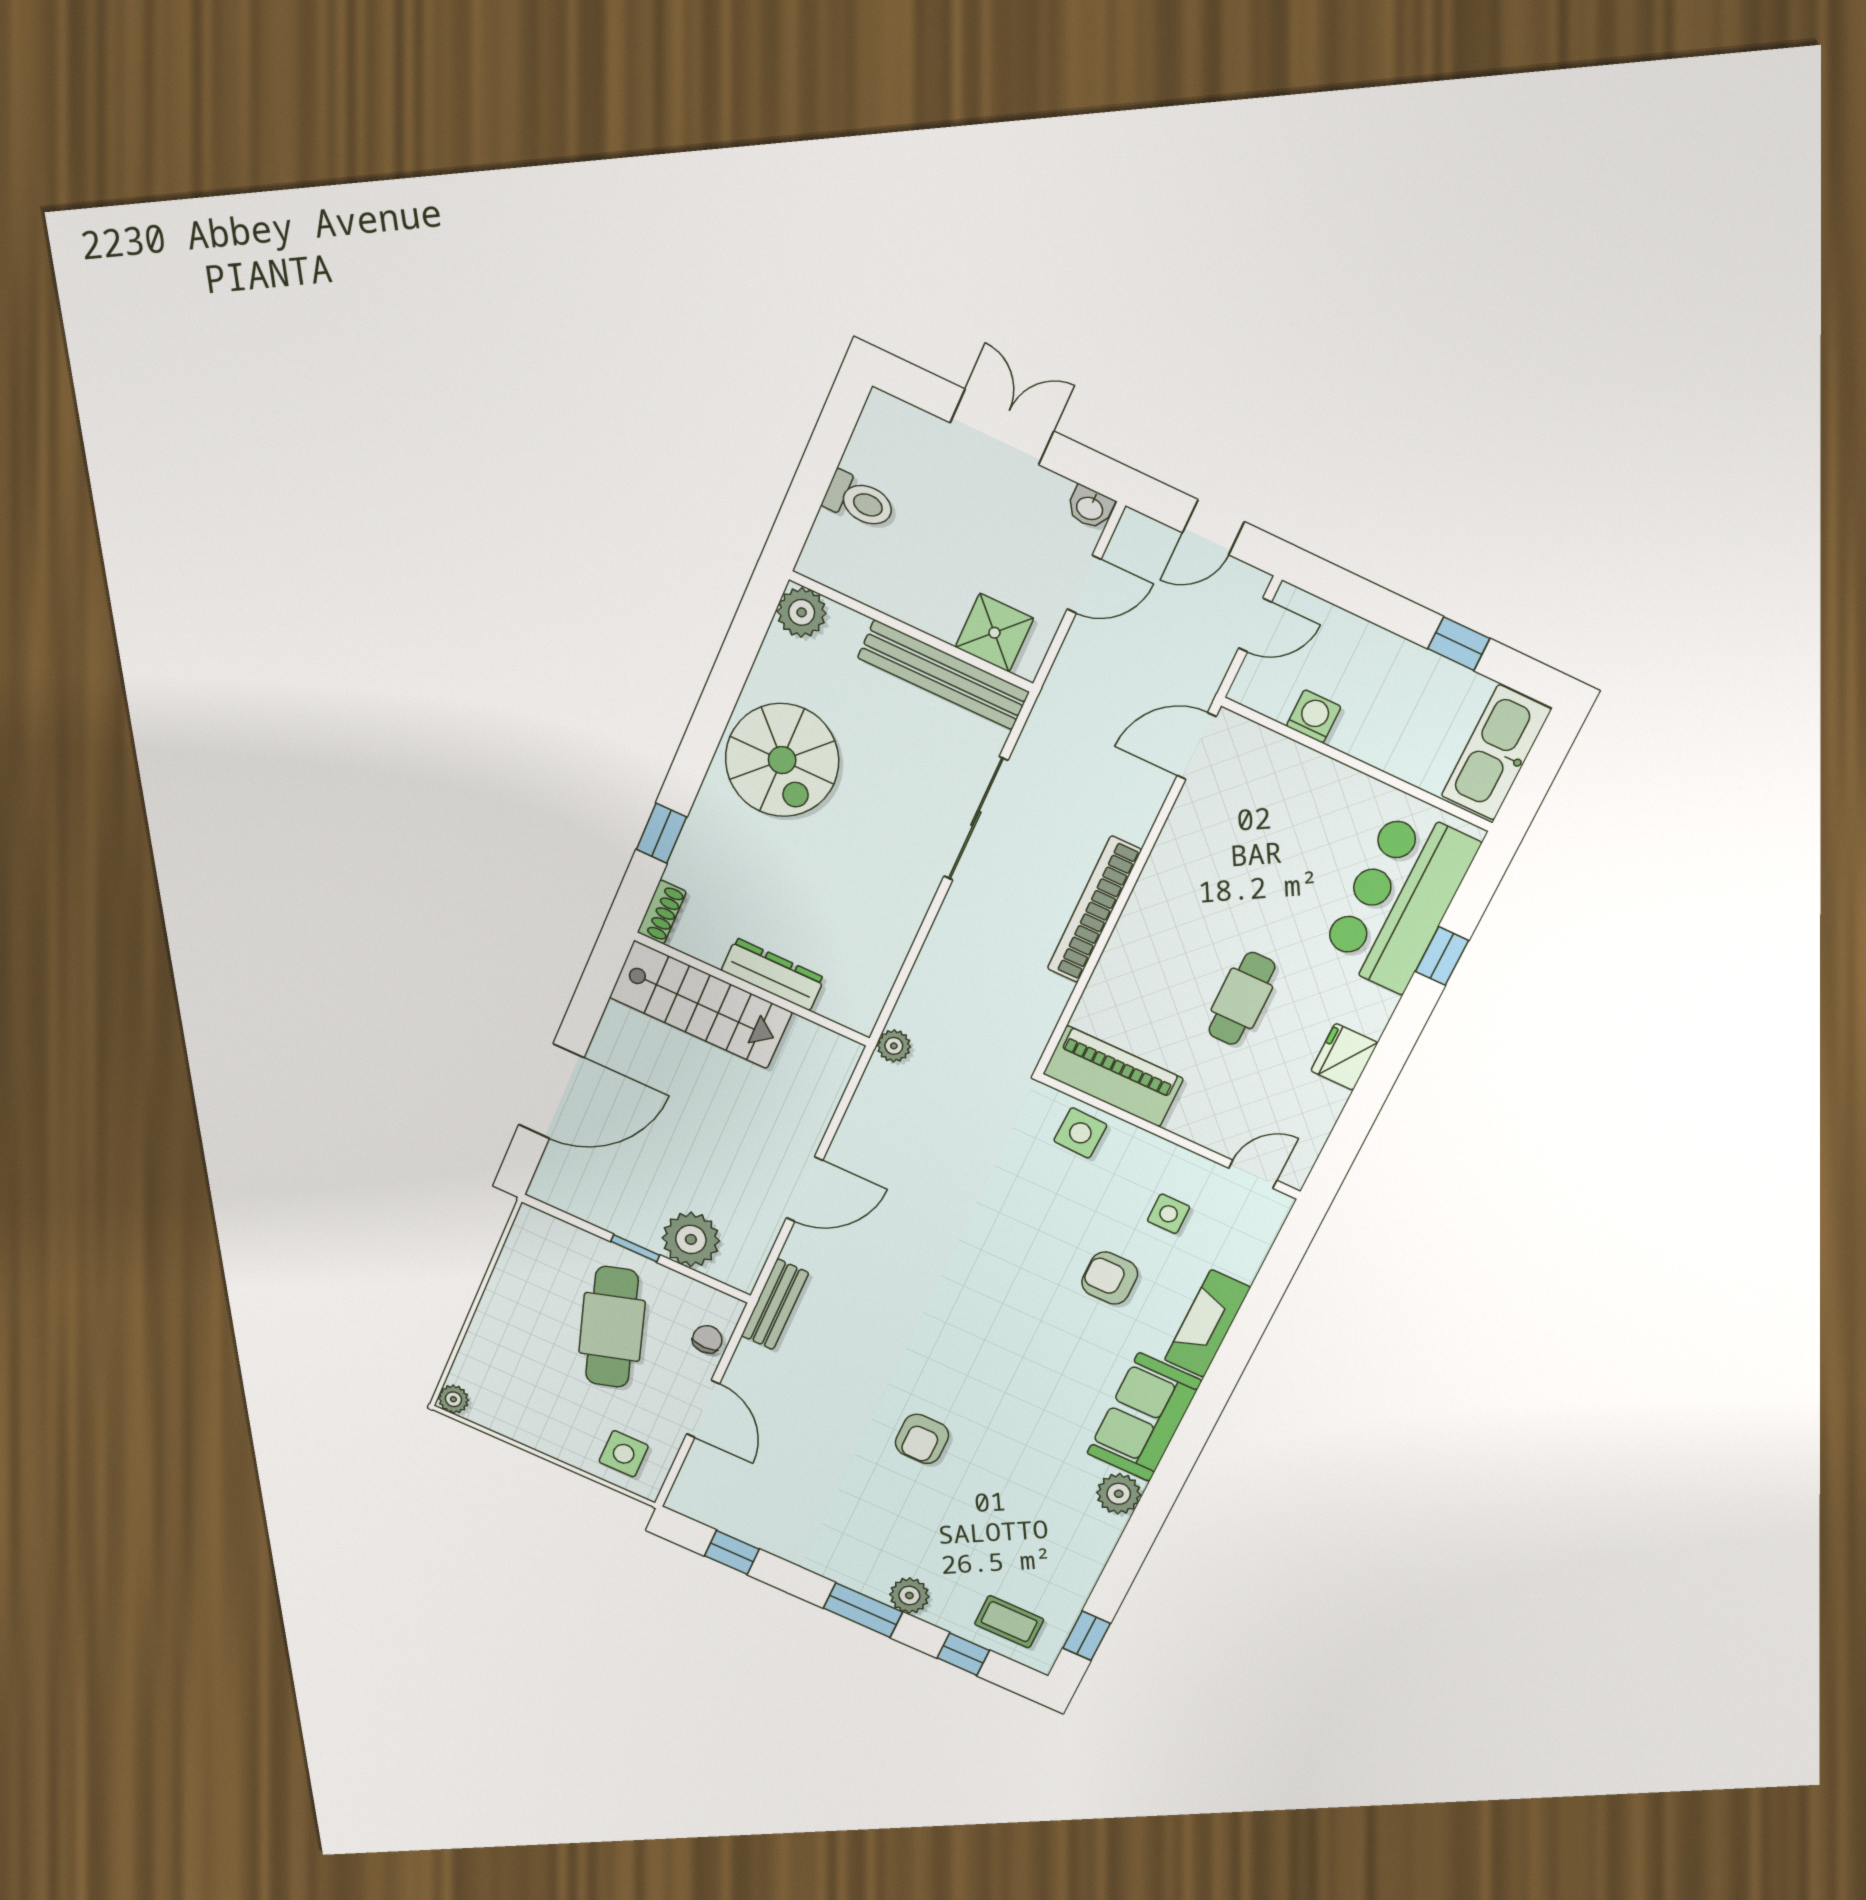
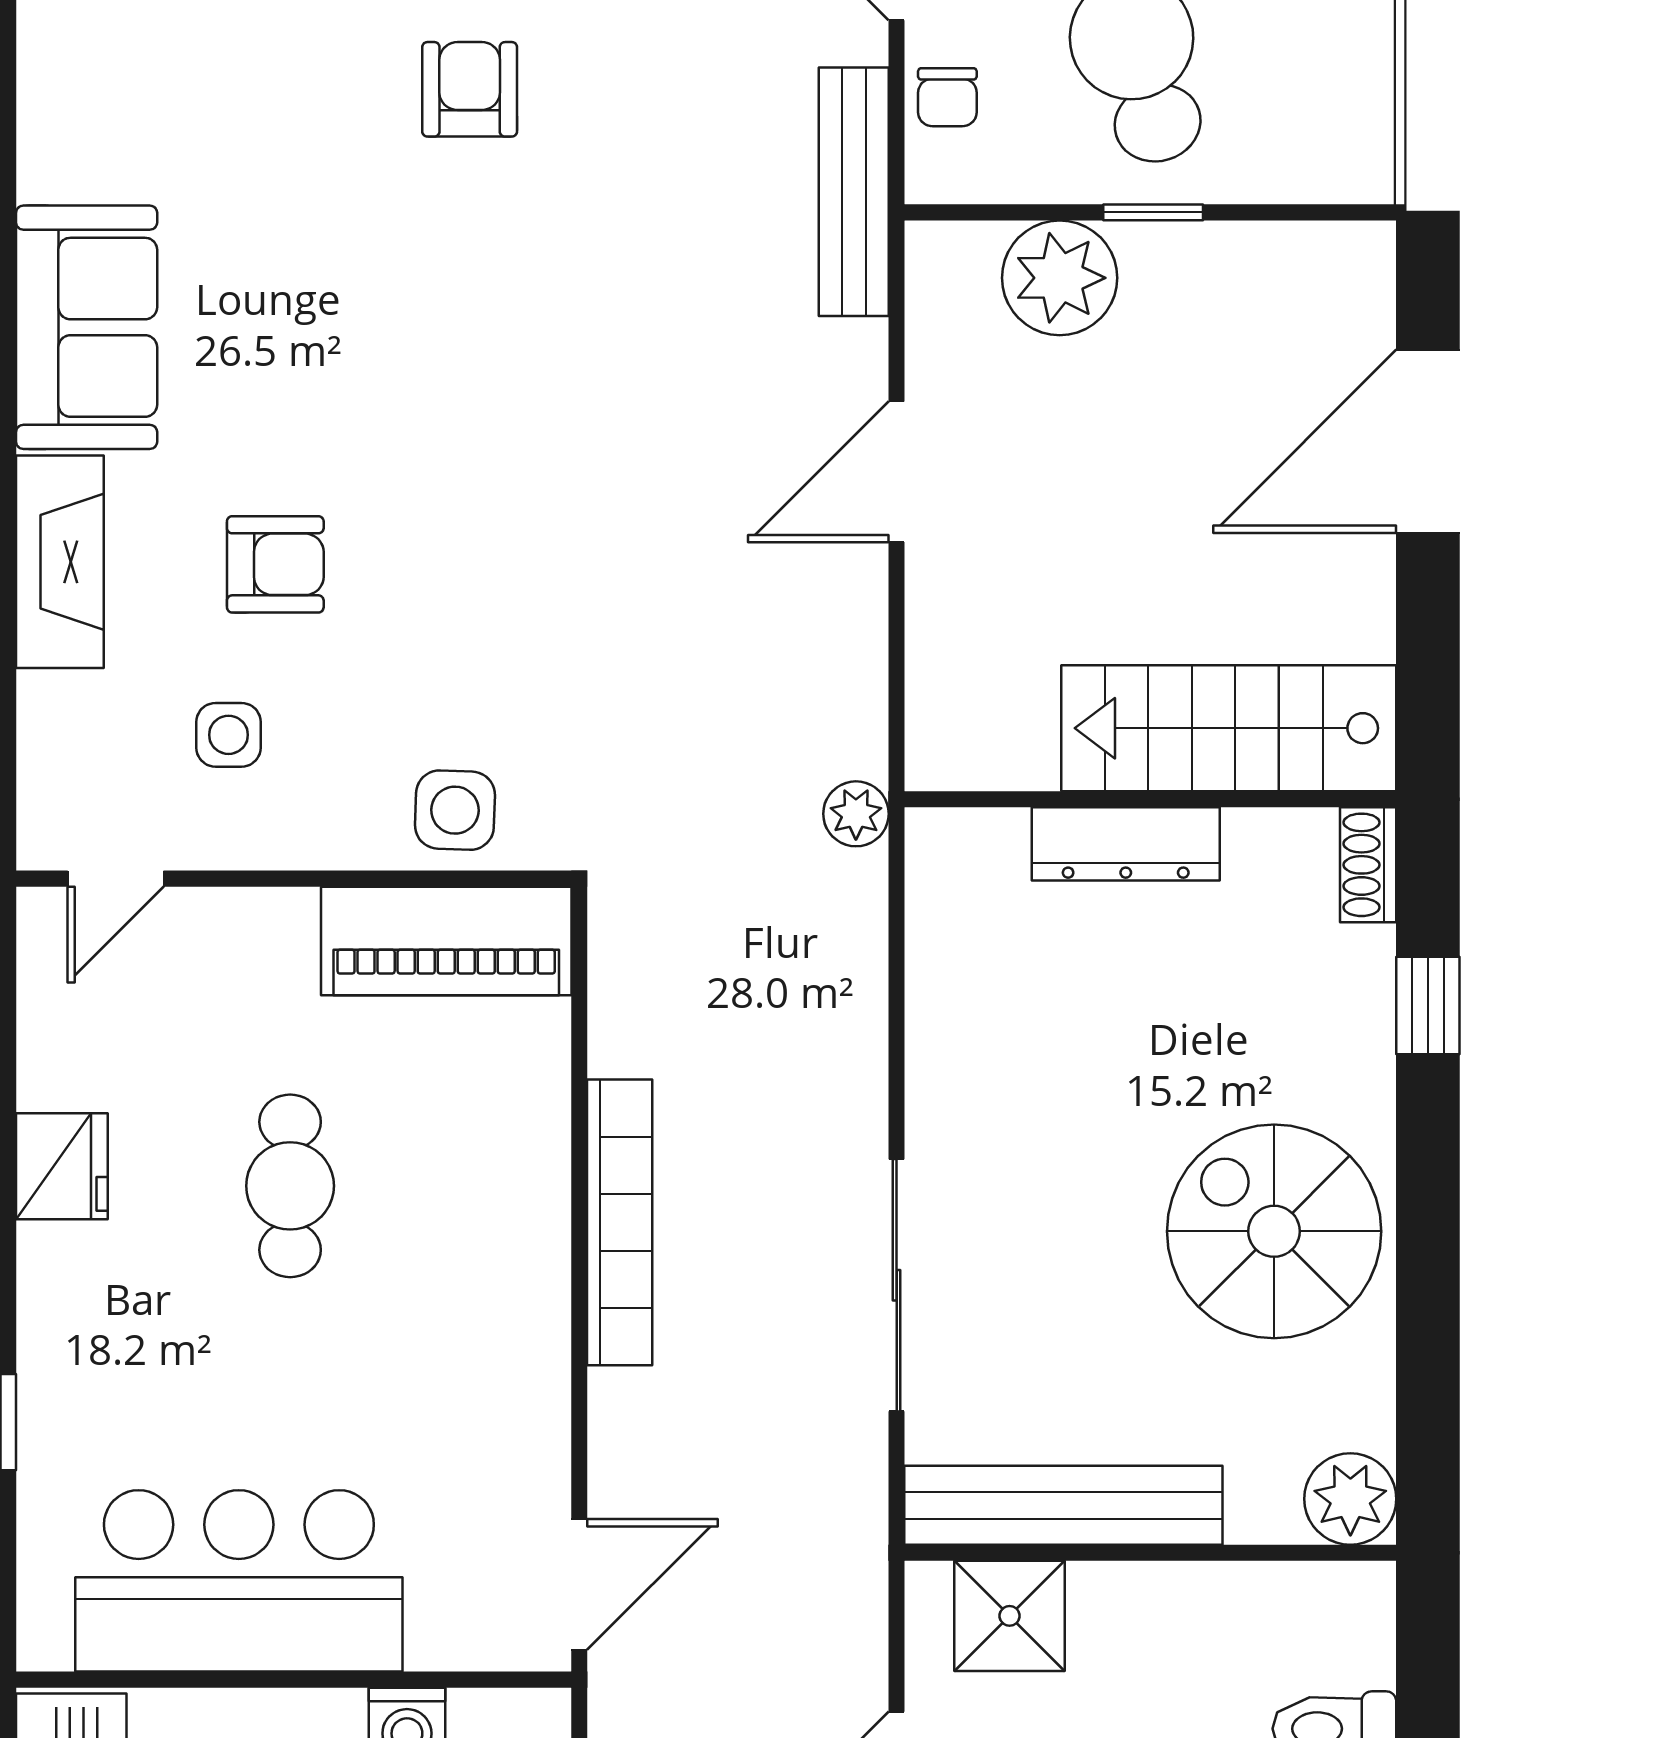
bar counter: (1399, 900) -> (239, 1581), moved, turned -90
bench: (775, 1304) -> (854, 192), width x1.36
plant: (1119, 1494) -> (61, 154), removed

